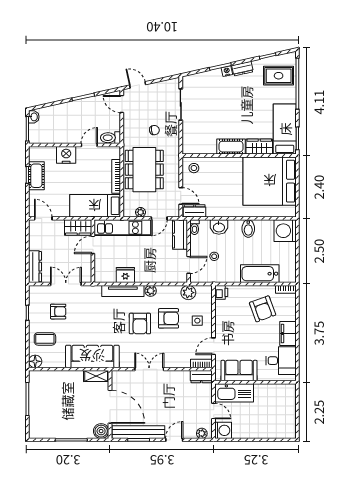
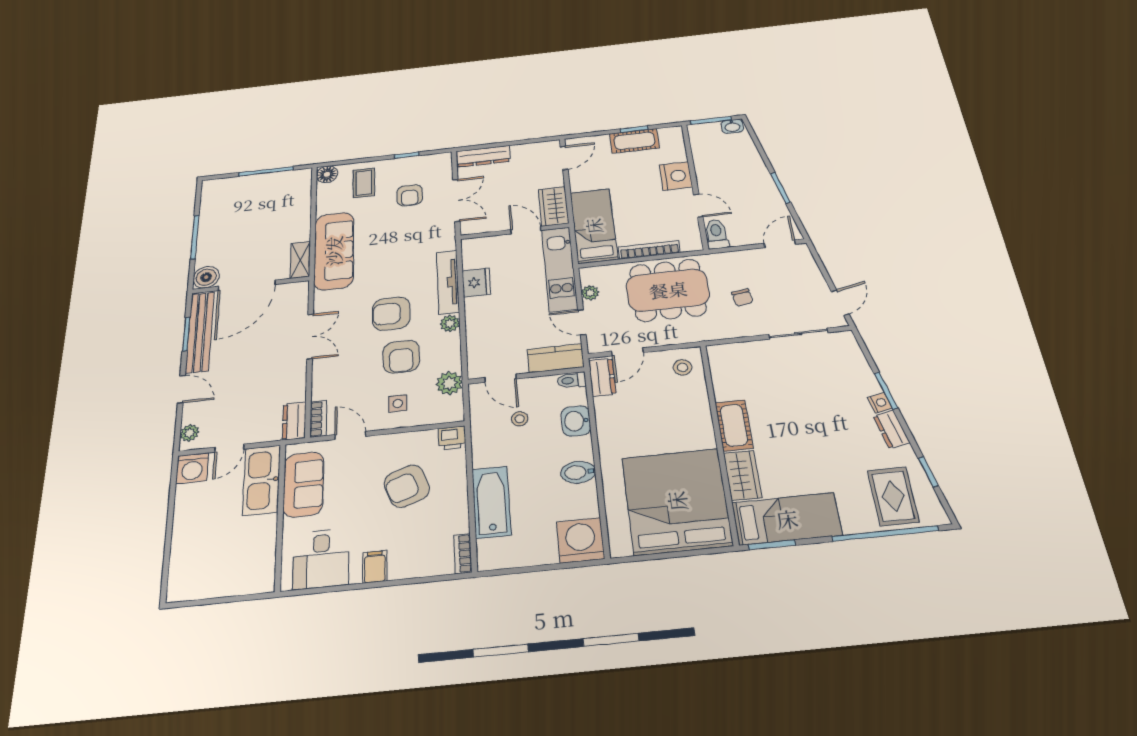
door: (138, 85) -> (840, 303), moved
armchair: (263, 309) -> (407, 486), moved
filing cabinet: (288, 333) -> (375, 567), width x0.50

